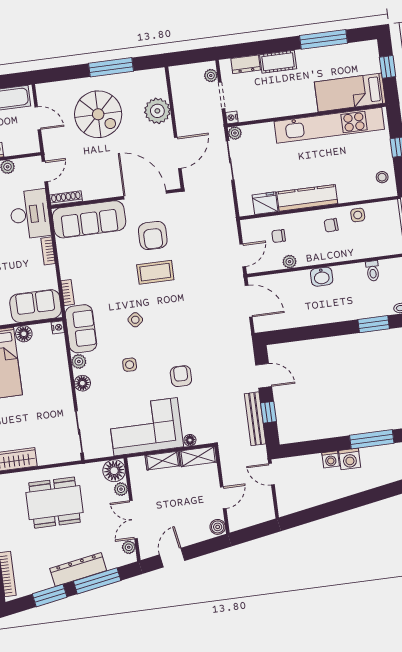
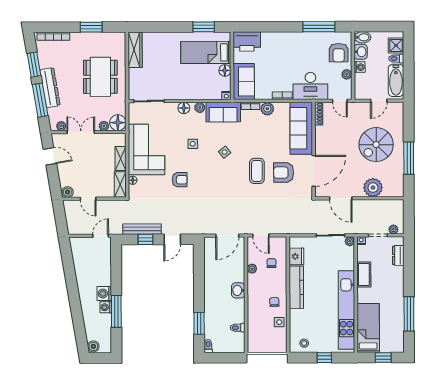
cot: (278, 62) -> (364, 274), moved
plant: (68, 269) -> (267, 109), added
washing machine: (331, 459) -> (106, 307), moved

